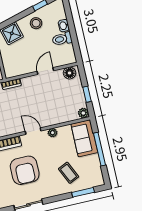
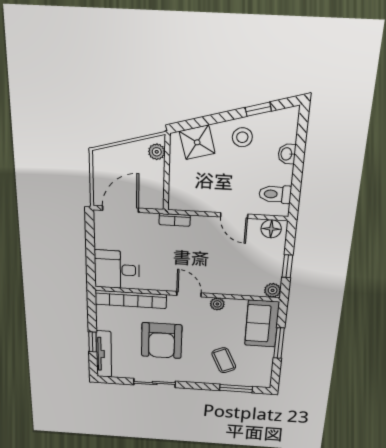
toilet: (62, 39) -> (275, 194), moved
door: (45, 71) -> (234, 216), swing flipped
window: (100, 149) -> (279, 343), width x0.69

